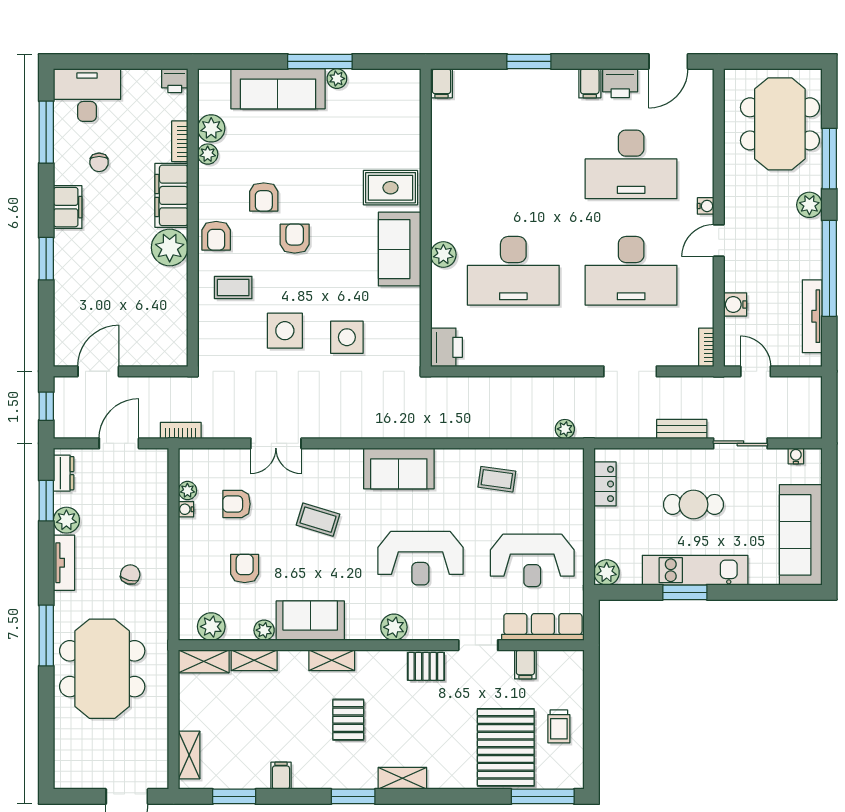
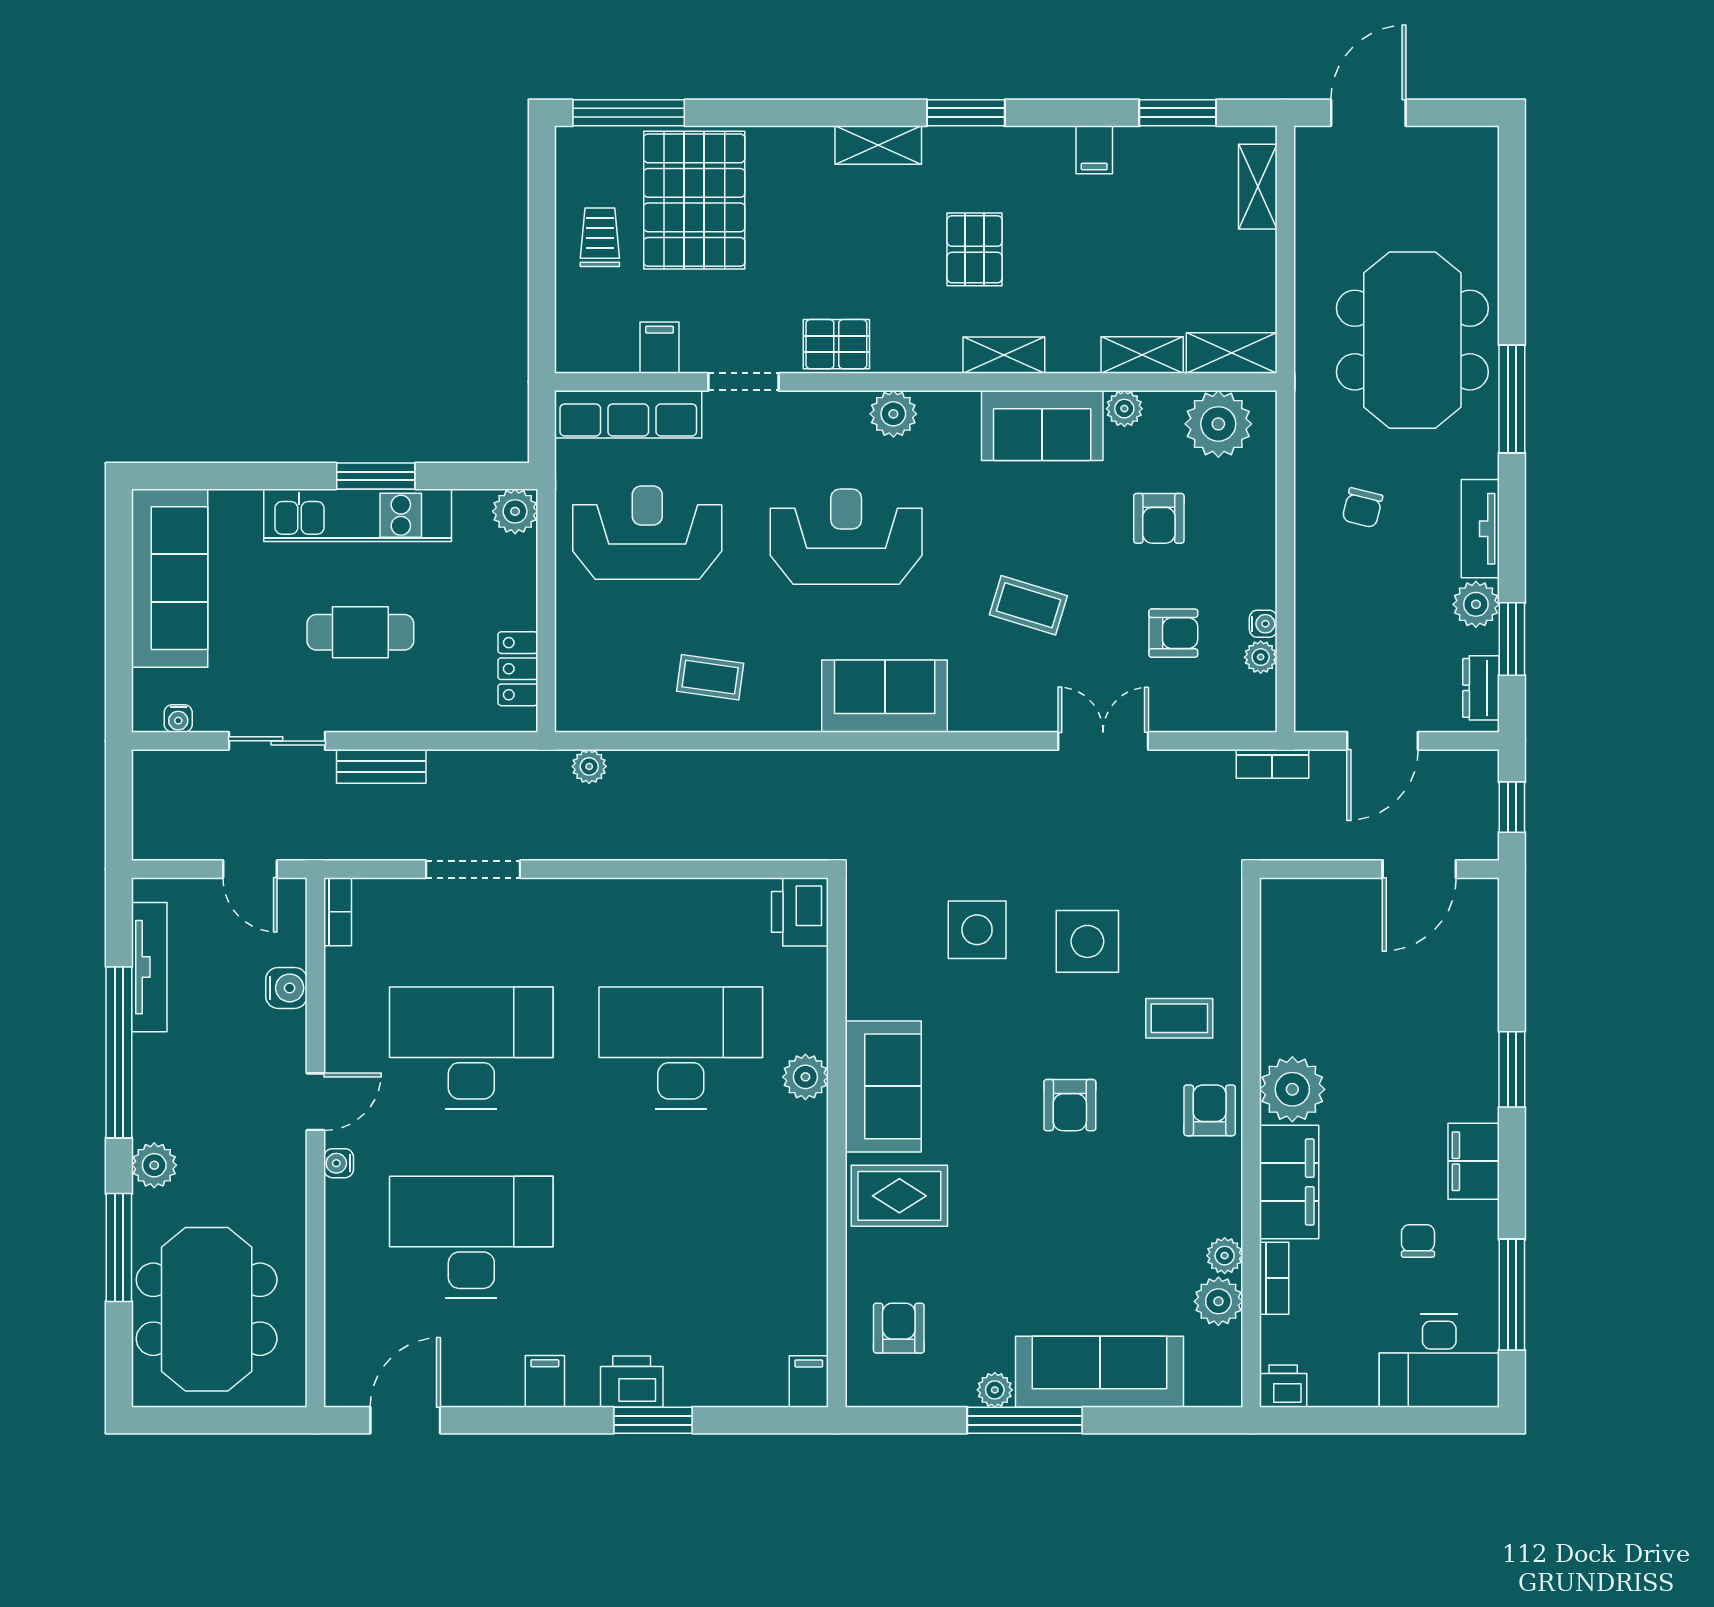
printer: (620, 83) -> (632, 1382), moved
armchair: (264, 197) -> (899, 1328), moved
plant: (211, 627) -> (1218, 424), width x1.36, depth x1.36

